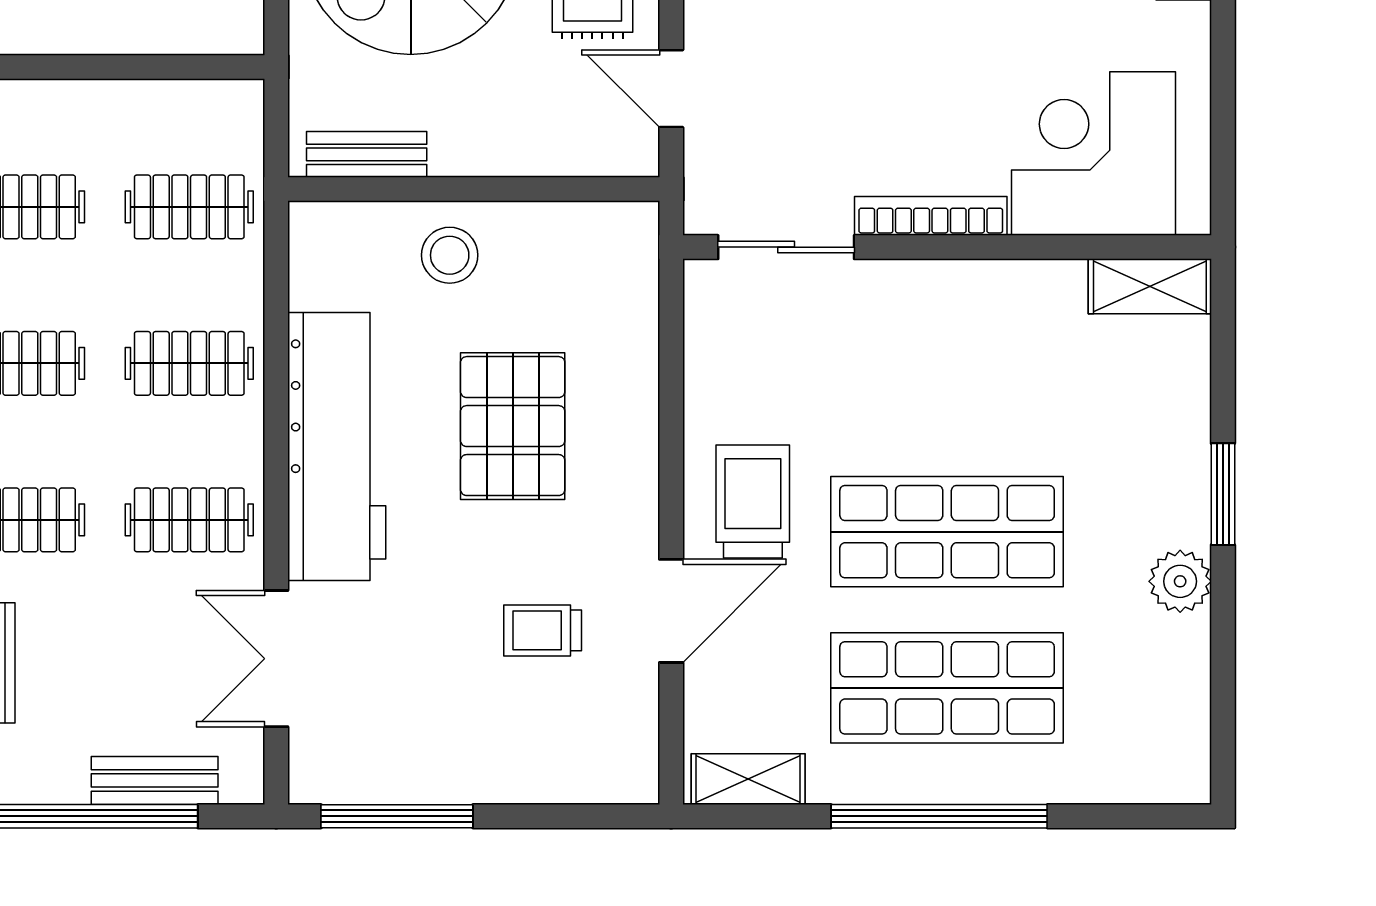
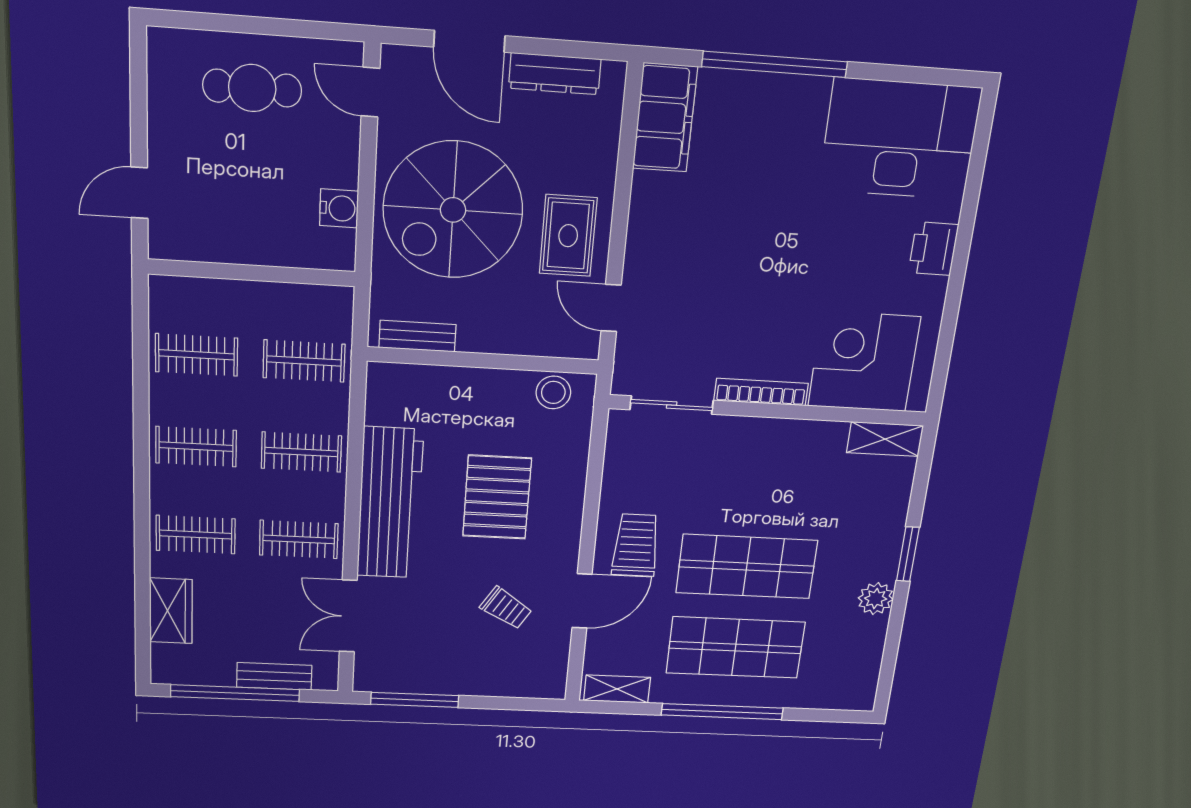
stool: (450, 255) -> (553, 392), moved
trolley: (543, 630) -> (506, 608), turned -148

